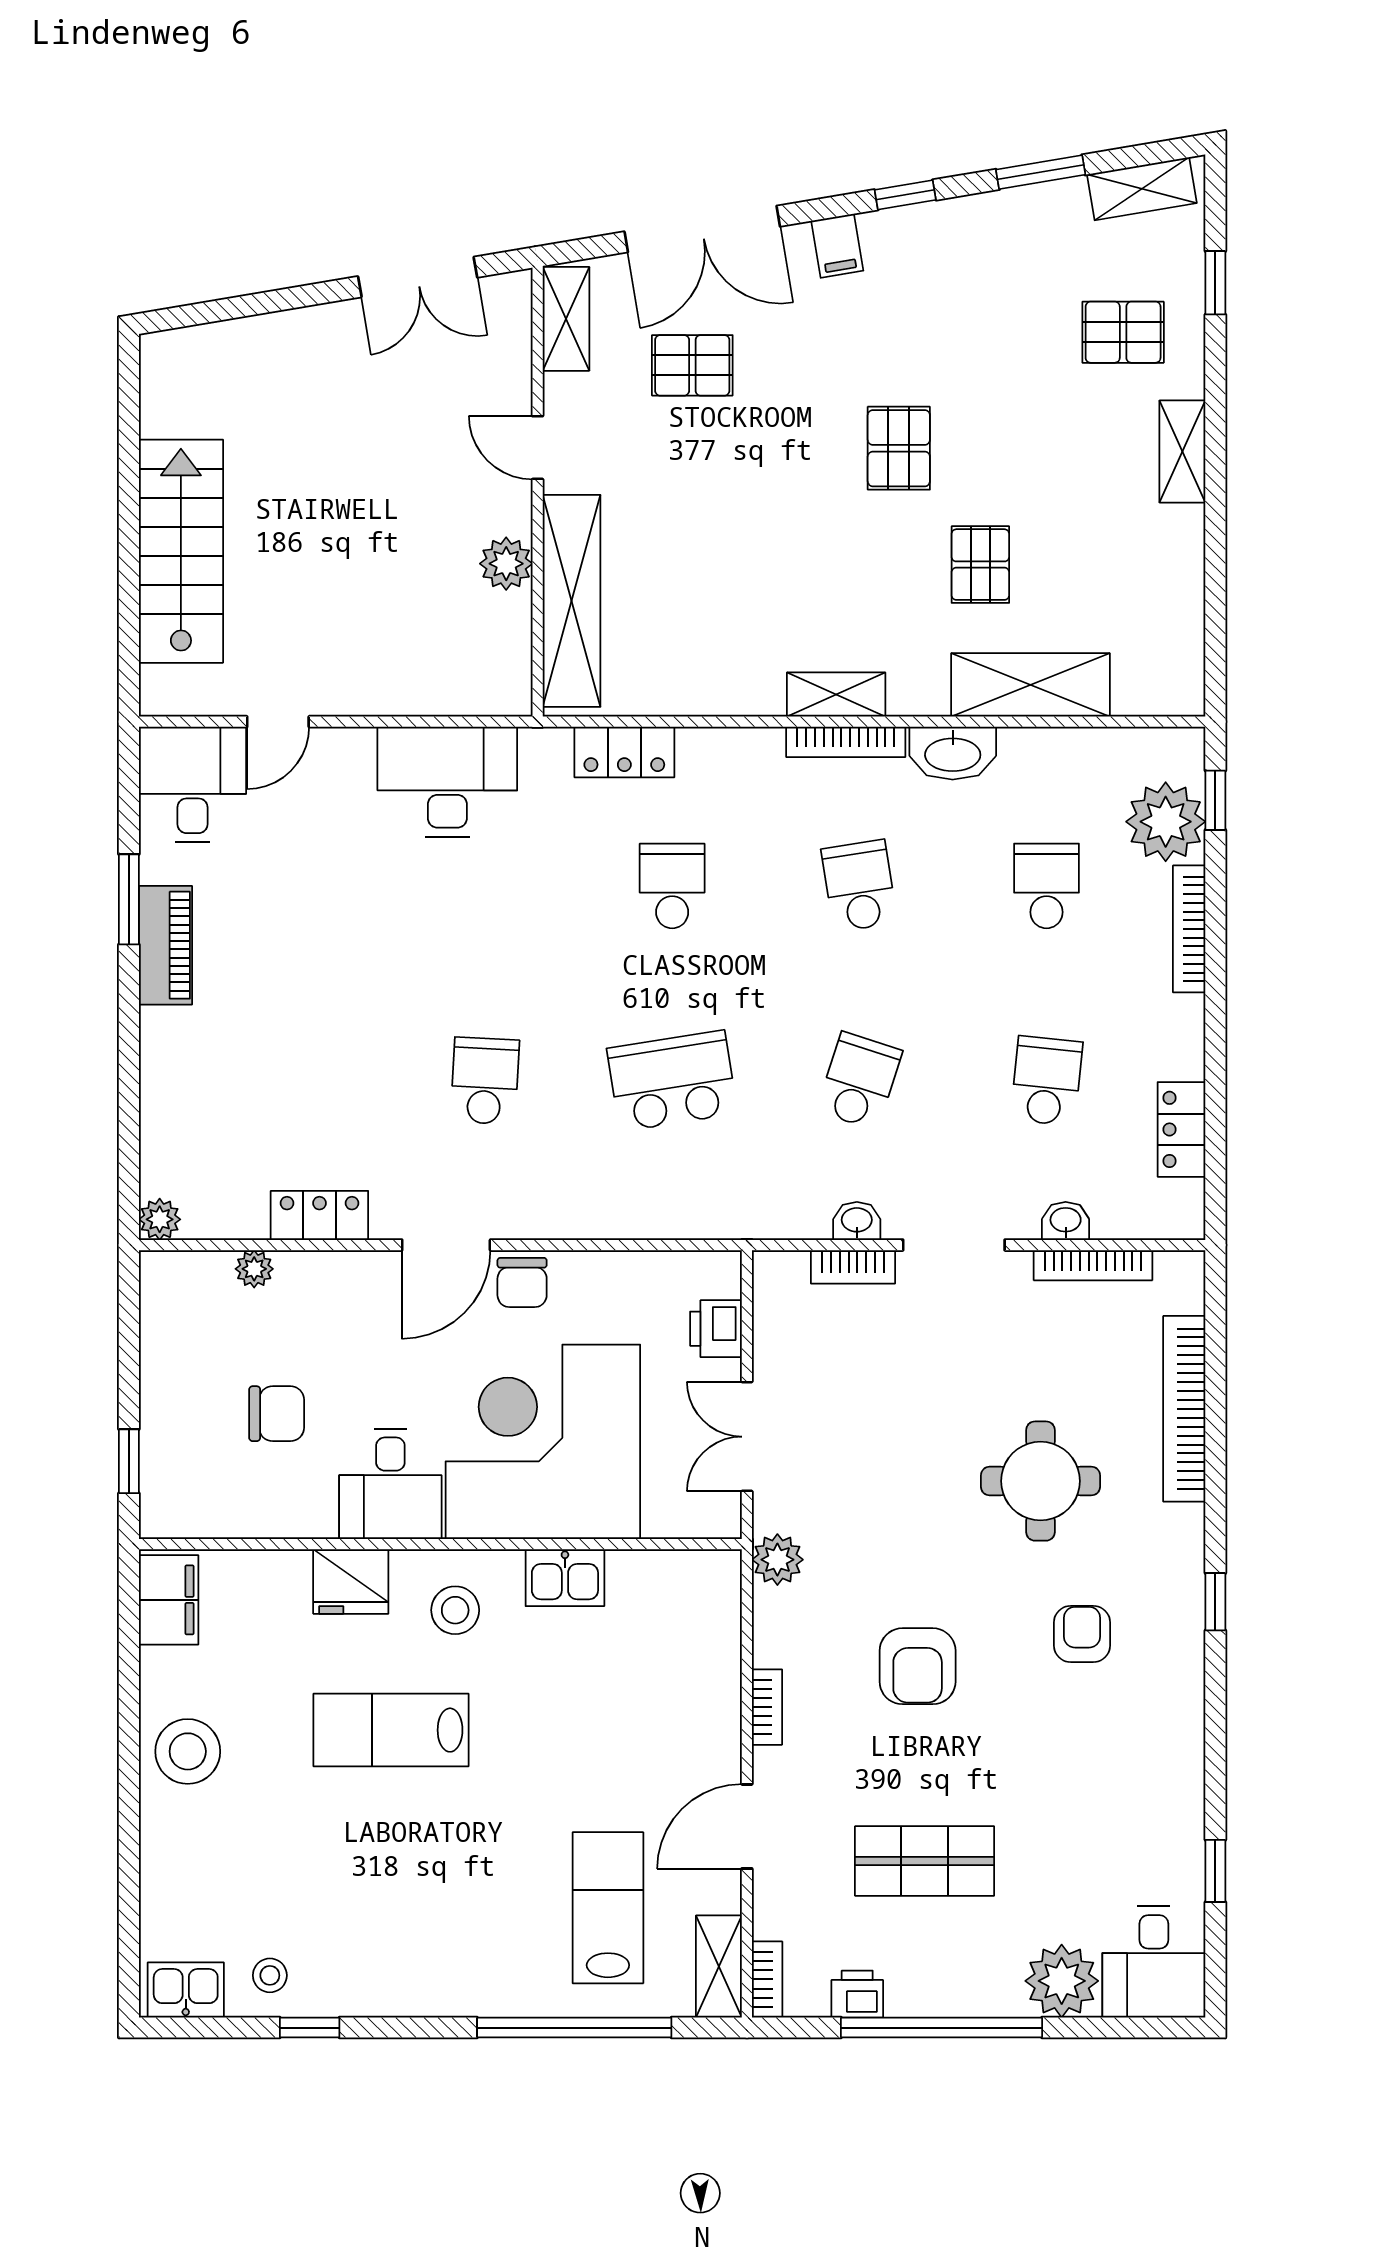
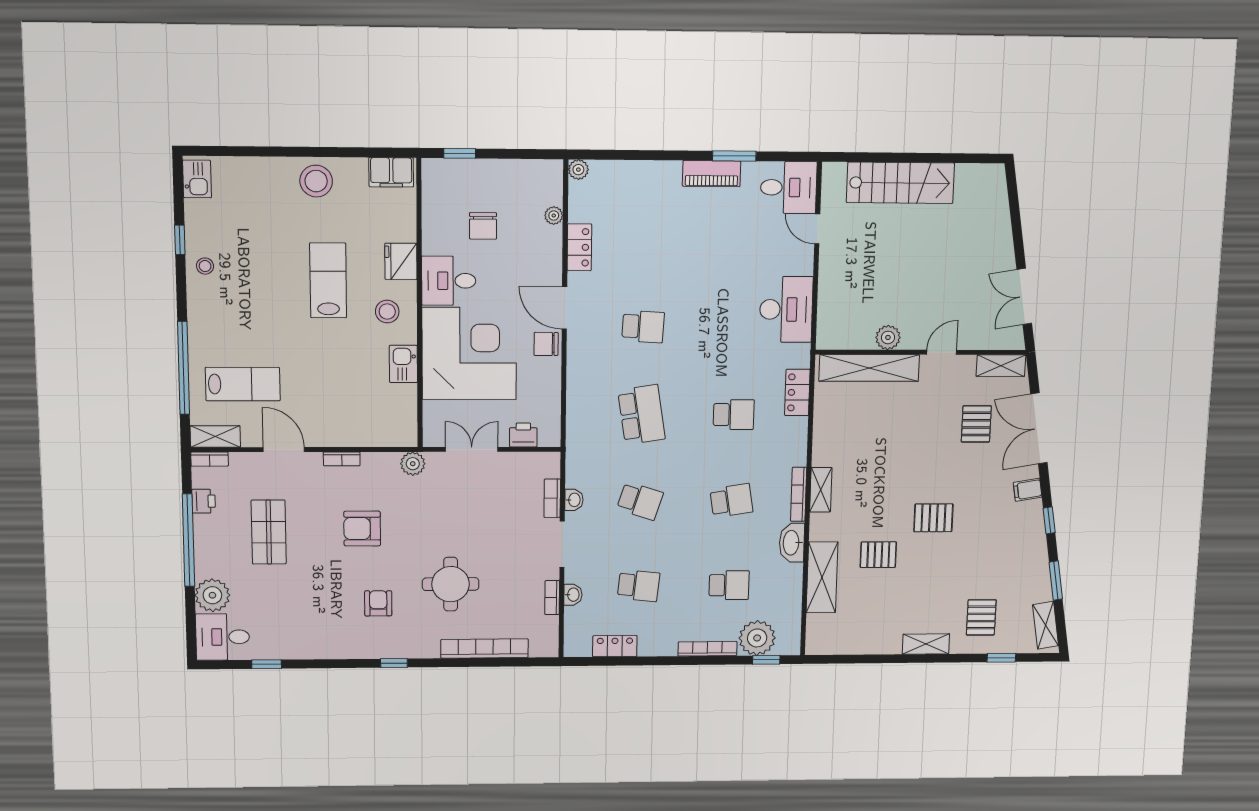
bookcase: (1093, 1265) -> (552, 598), width x0.64
armchair: (1082, 1634) -> (378, 603), turned -90
stool: (270, 1975) -> (205, 266), moved

